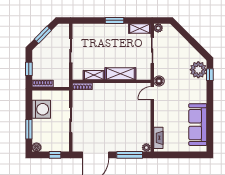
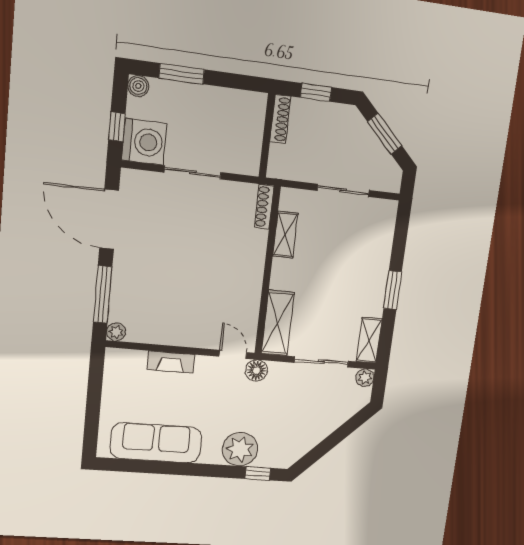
plant: (198, 70) -> (240, 449), moved
shelving: (120, 74) -> (278, 323), moved
washing machine: (41, 109) -> (144, 142), moved, turned -90
fireplace: (158, 138) -> (171, 362), moved

